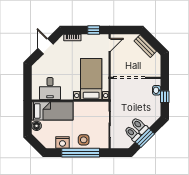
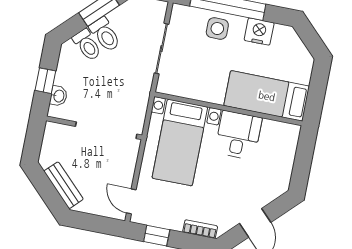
door: (110, 45) -> (131, 201), hinge flipped
desk: (50, 89) -> (238, 135), moved
floor lamp: (37, 126) -> (303, 73), removed
toilet: (132, 134) -> (87, 45), moved

